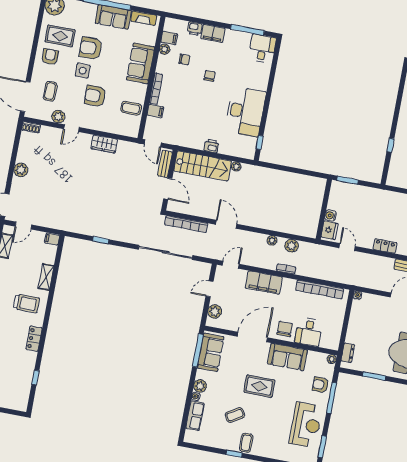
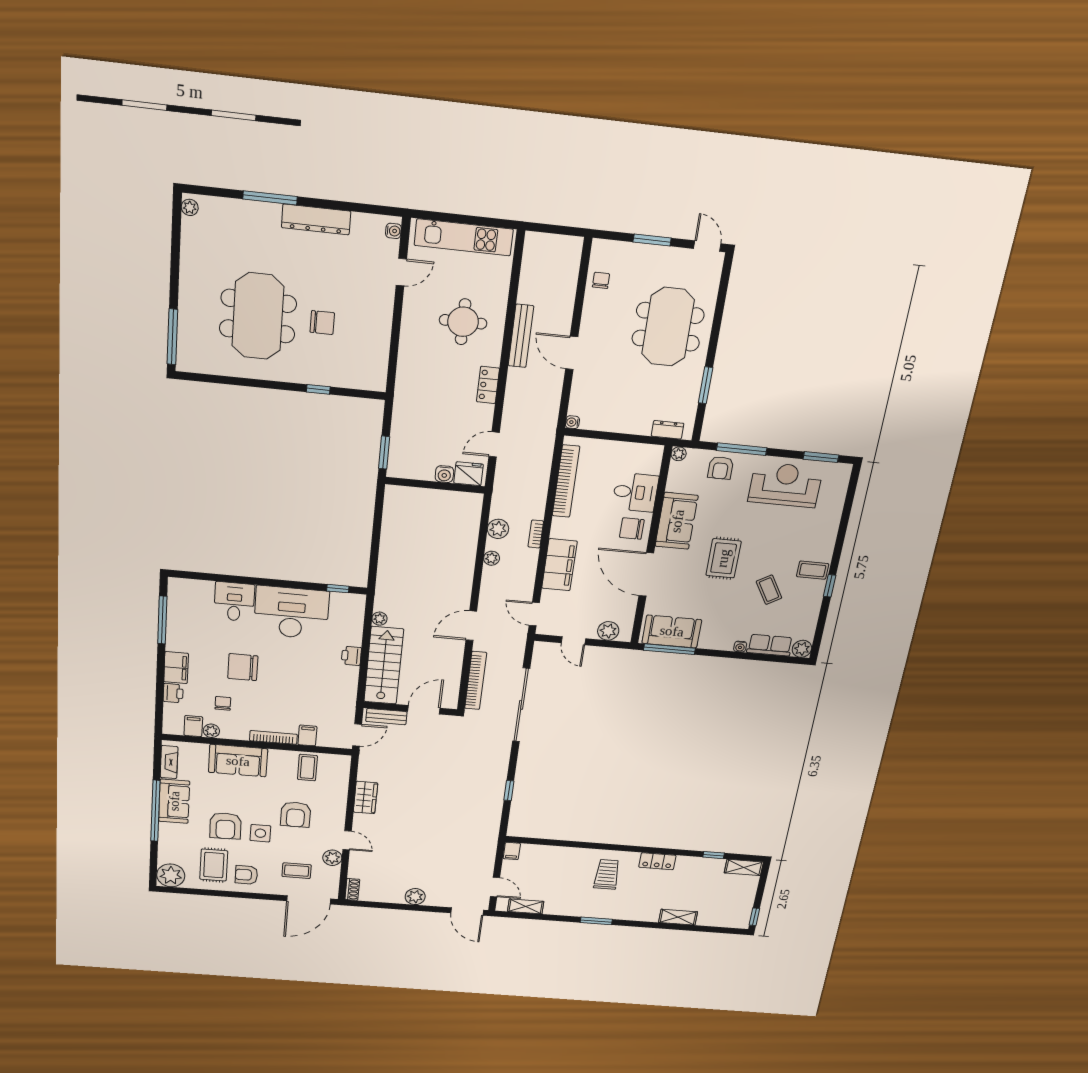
desk: (262, 49) -> (234, 602), moved, turned 90
chair: (209, 76) -> (243, 667), width x1.87, depth x1.87
shelving: (46, 277) -> (744, 867), moved
plant: (200, 386) -> (802, 649), moved

